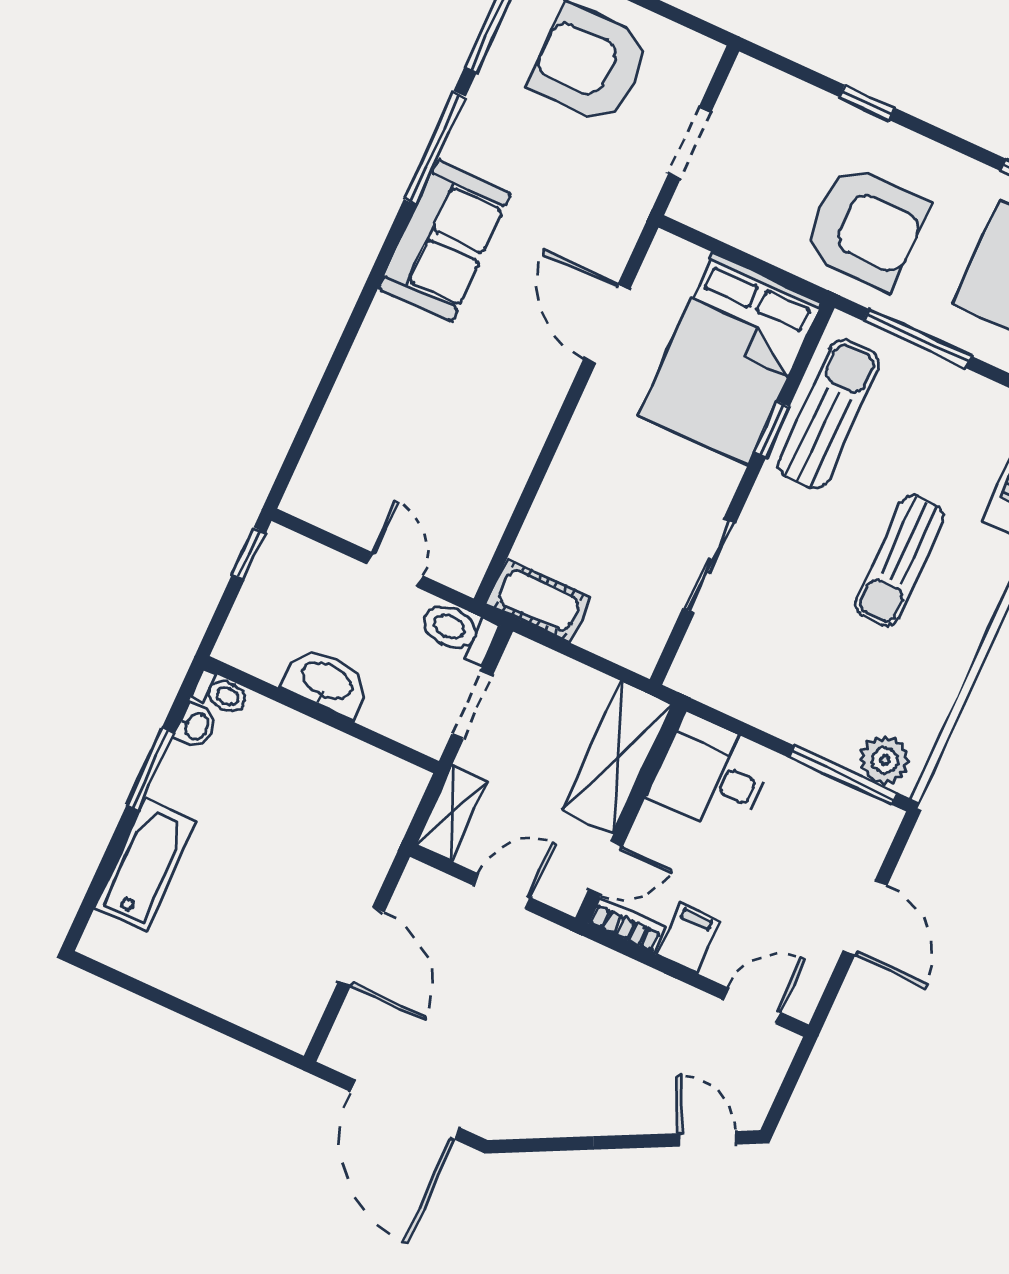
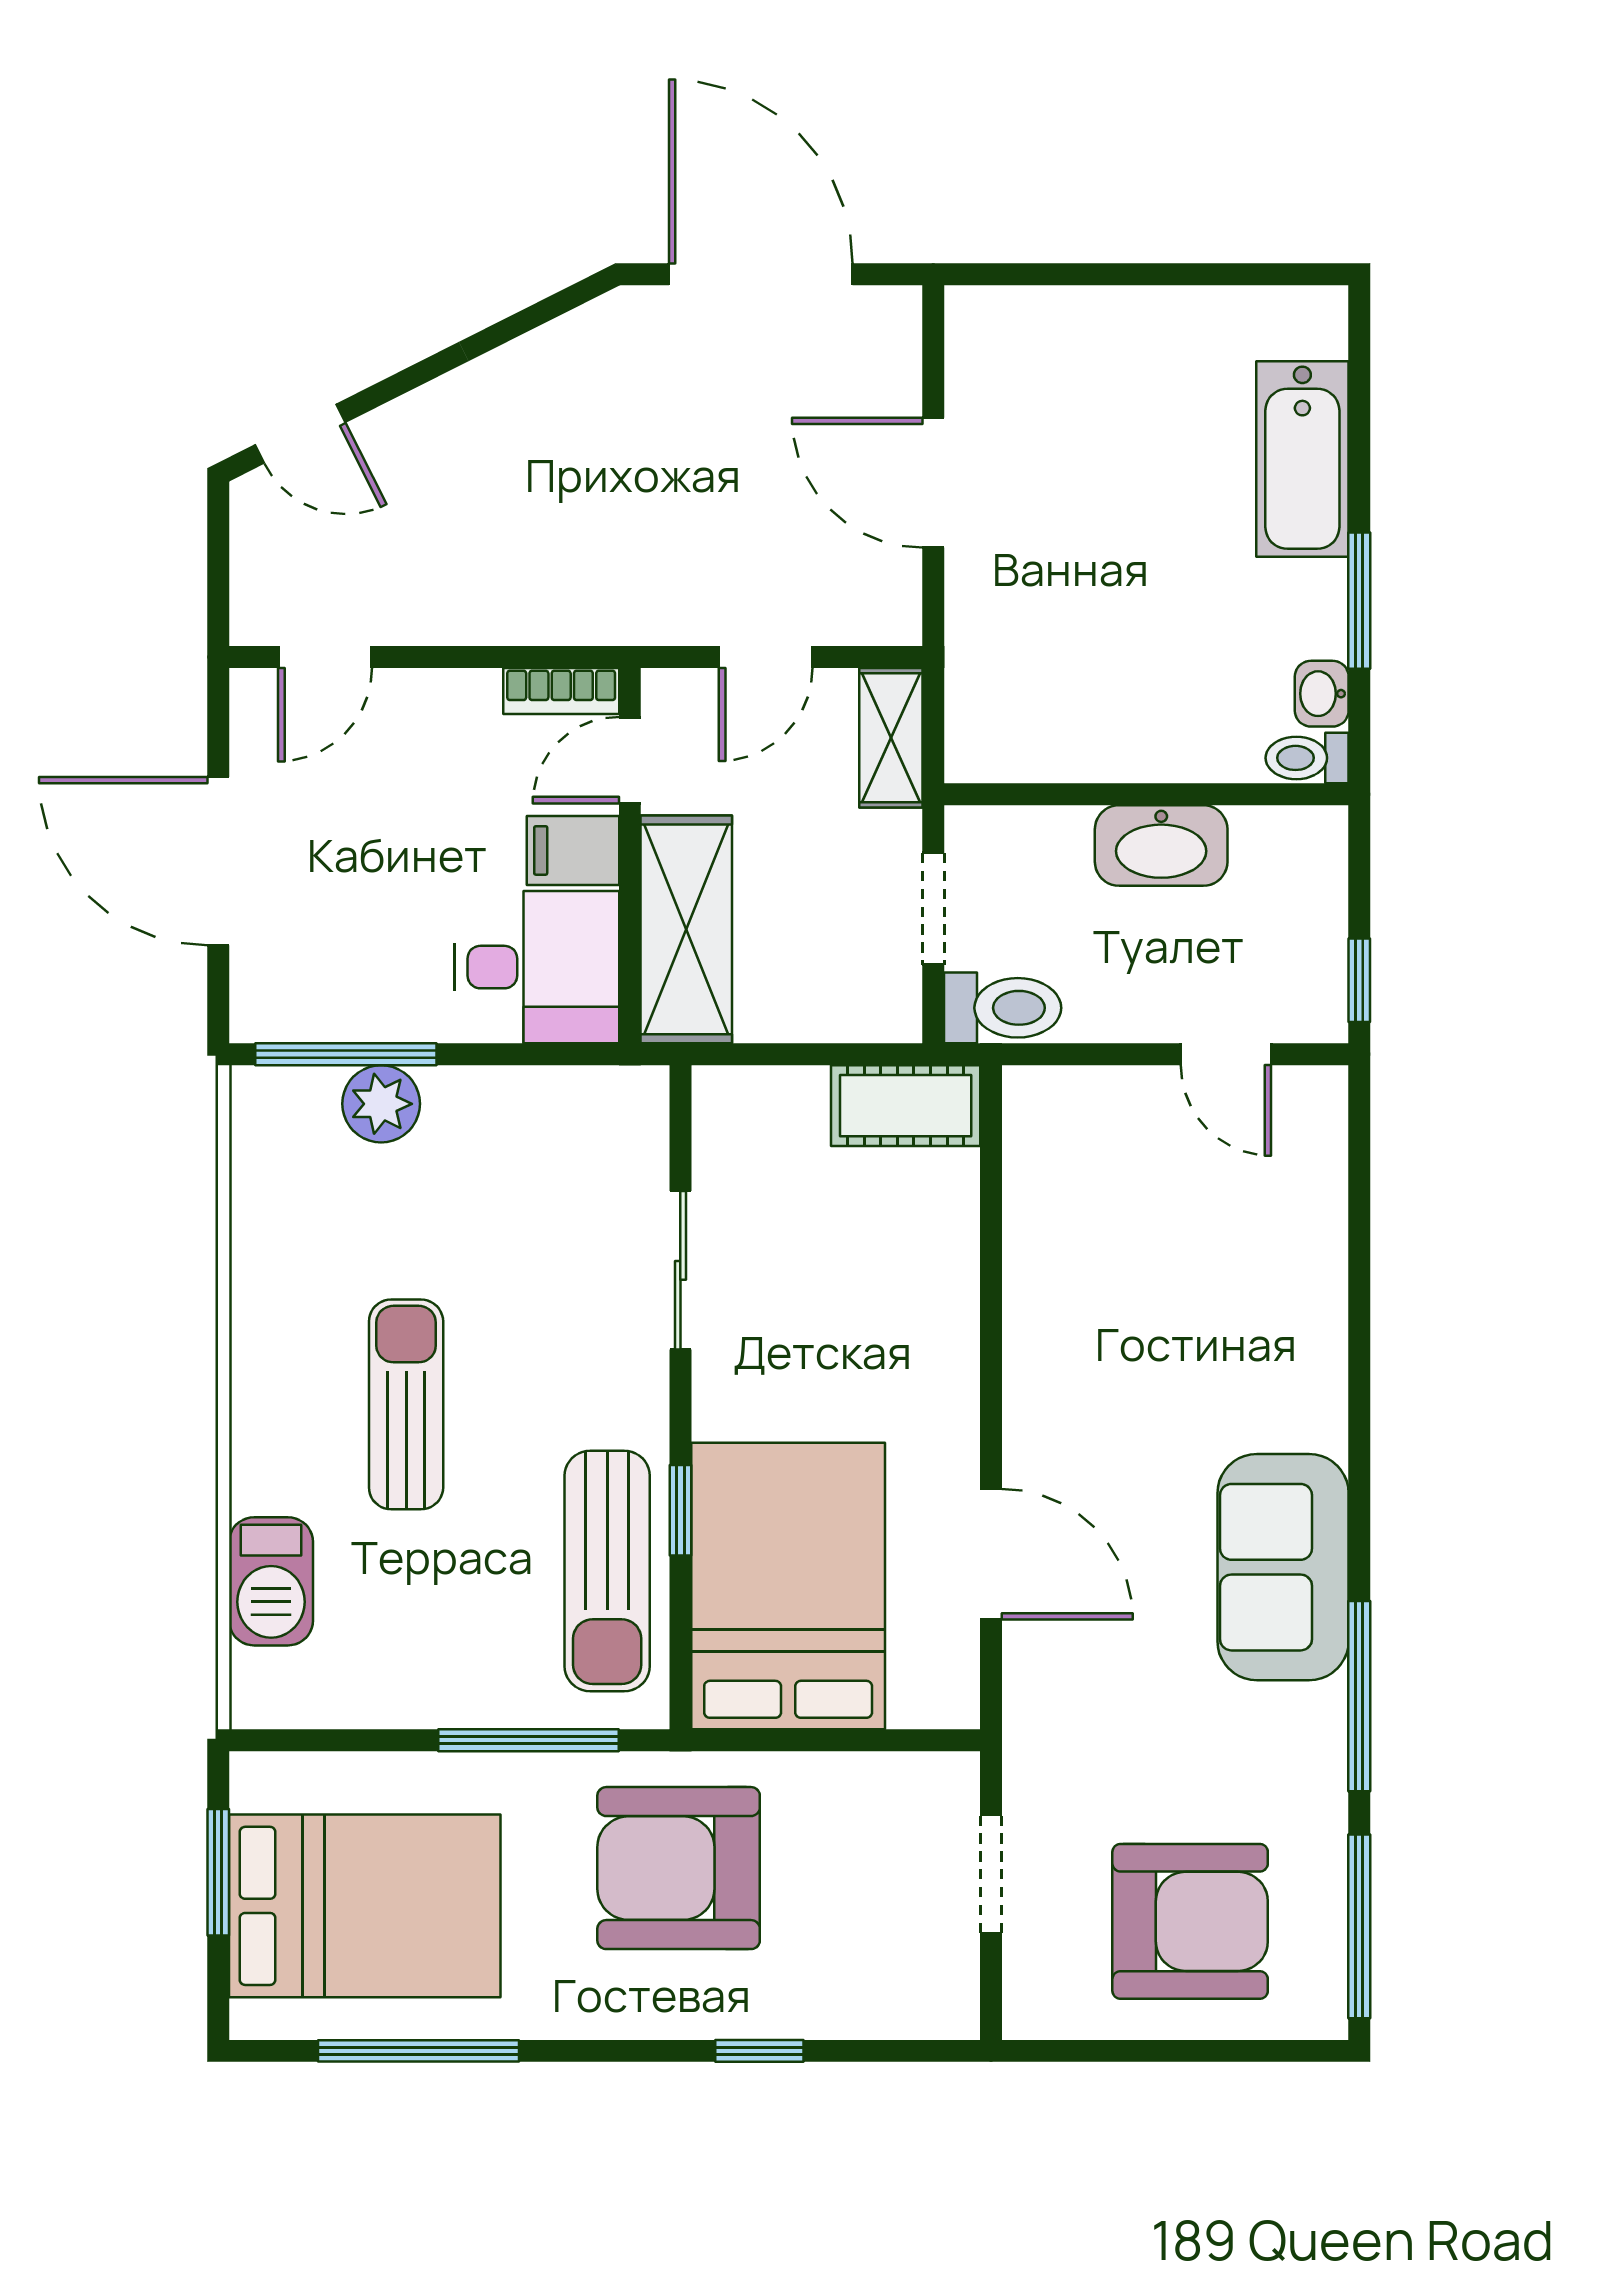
door: (394, 570) -> (1226, 1054), moved
plant: (885, 760) -> (381, 1104), moved
door: (865, 918) -> (218, 861), width x1.36
filing cabinet: (688, 938) -> (573, 850), moved, turned 90

